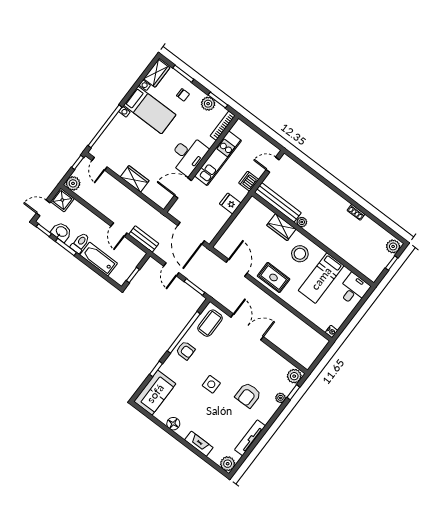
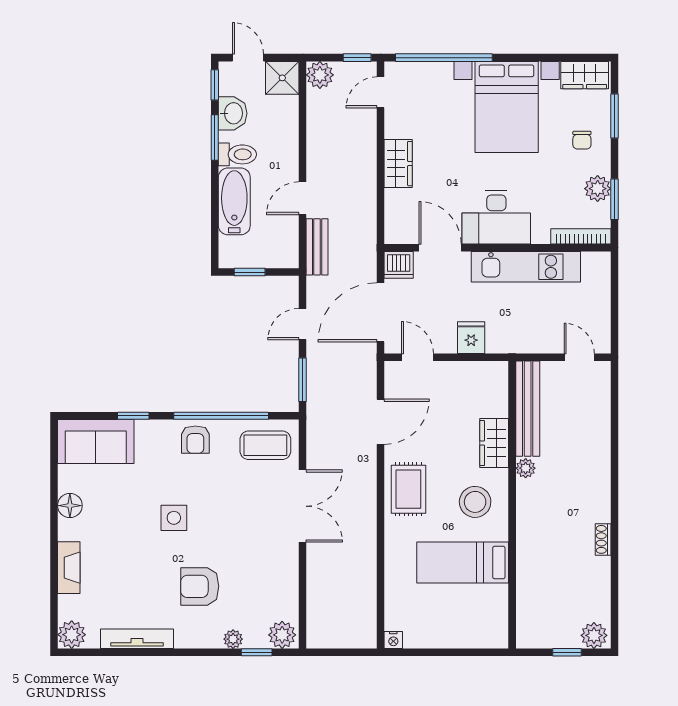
bed with nightstands: (150, 110) -> (507, 107), width x1.36
dishwasher: (249, 181) -> (399, 265), moved, turned 180
door: (221, 232) -> (417, 357), added
desk: (354, 289) -> (483, 625), removed

